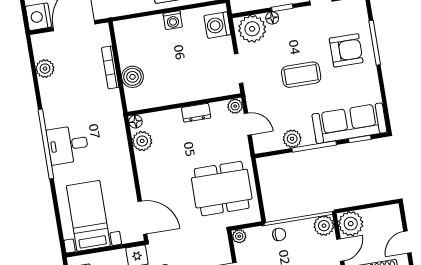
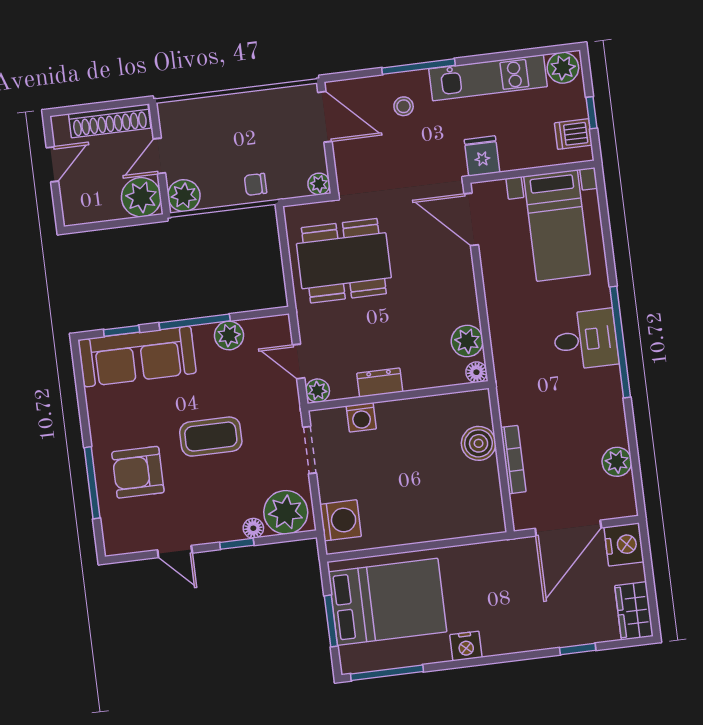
washing machine: (173, 20) -> (361, 417), moved, turned 180

